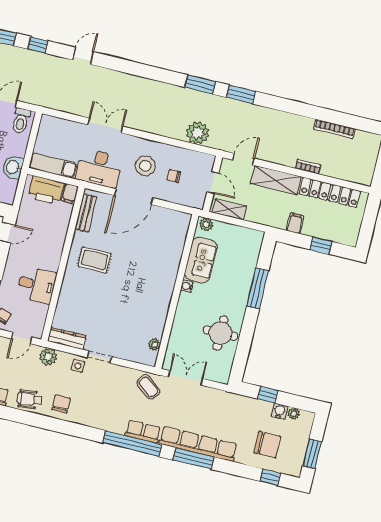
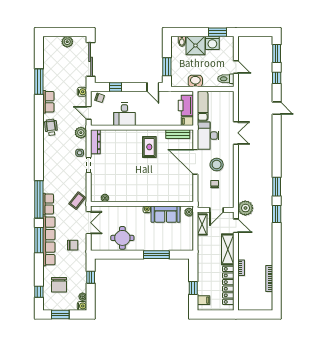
plant: (198, 133) -> (245, 208), moved
filing cabinet: (295, 223) -> (203, 300), moved
chair: (61, 404) -> (73, 245), moved
water cooler: (279, 411) -> (82, 306), moved

